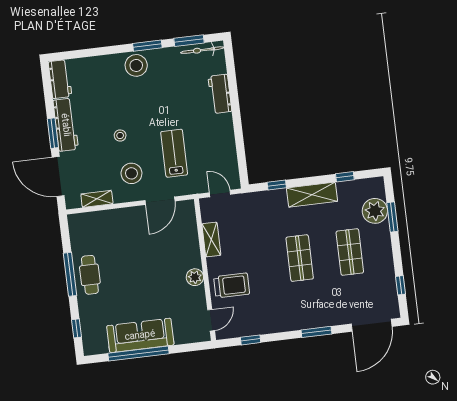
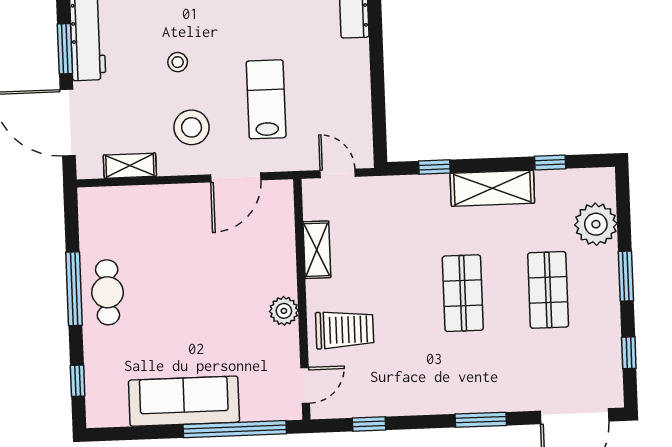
window: (392, 217) -> (626, 276), moved
window: (139, 353) -> (235, 429), moved

